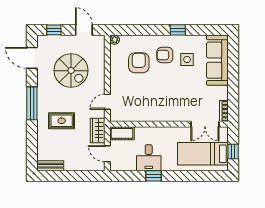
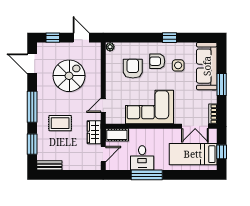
spiral stairs: (71, 71) -> (69, 76), turned -90
window: (233, 80) -> (222, 85), added
corner sofa: (157, 104) -> (149, 107), added
window: (32, 143) -> (32, 144), added
door: (107, 154) -> (103, 154), swing flipped
window: (154, 176) -> (147, 175), width x2.17

